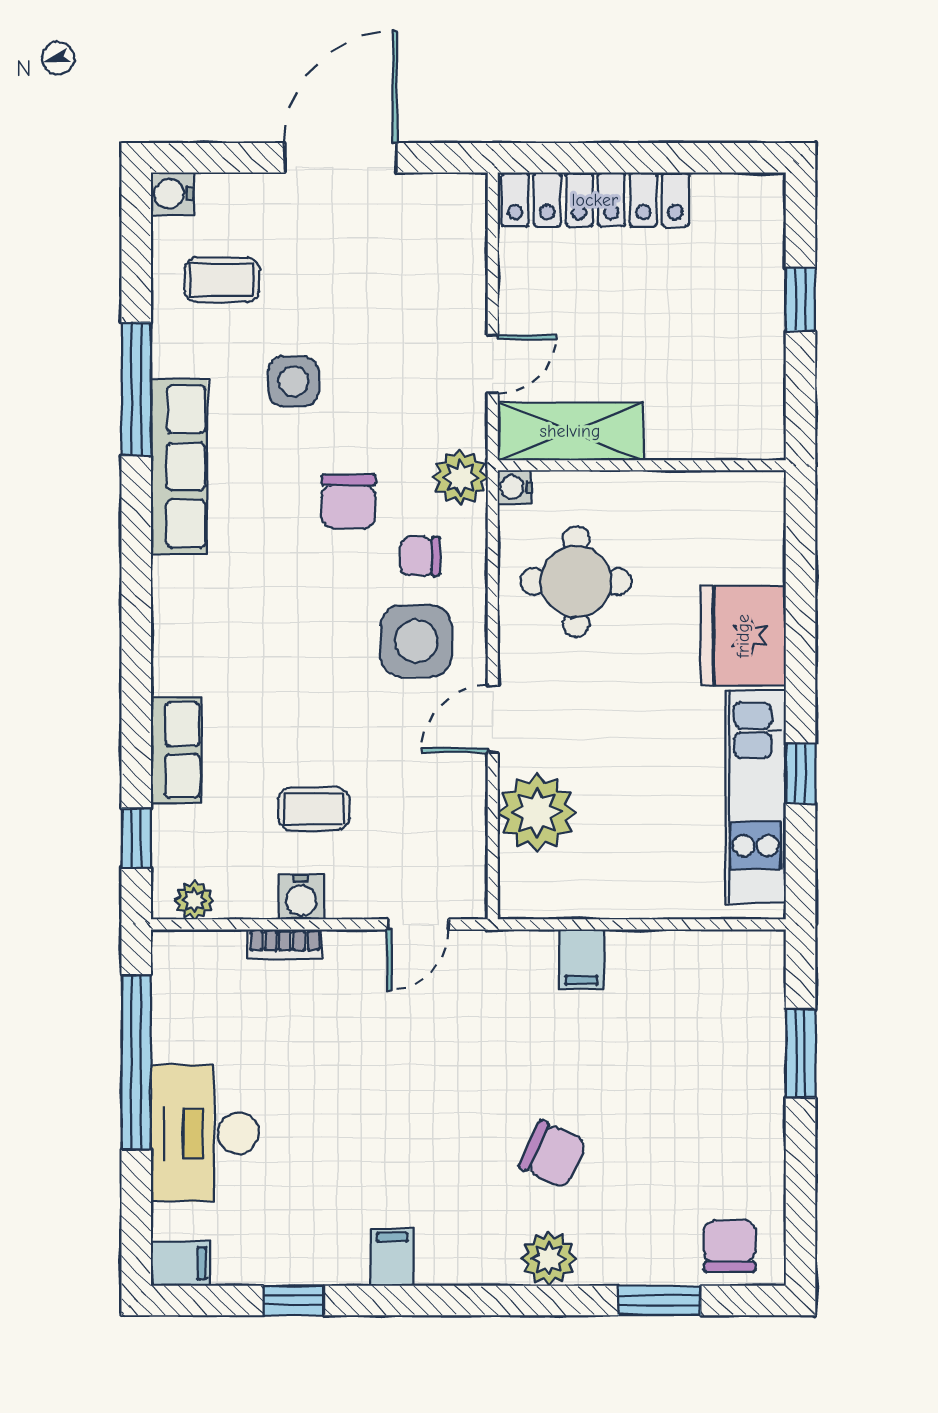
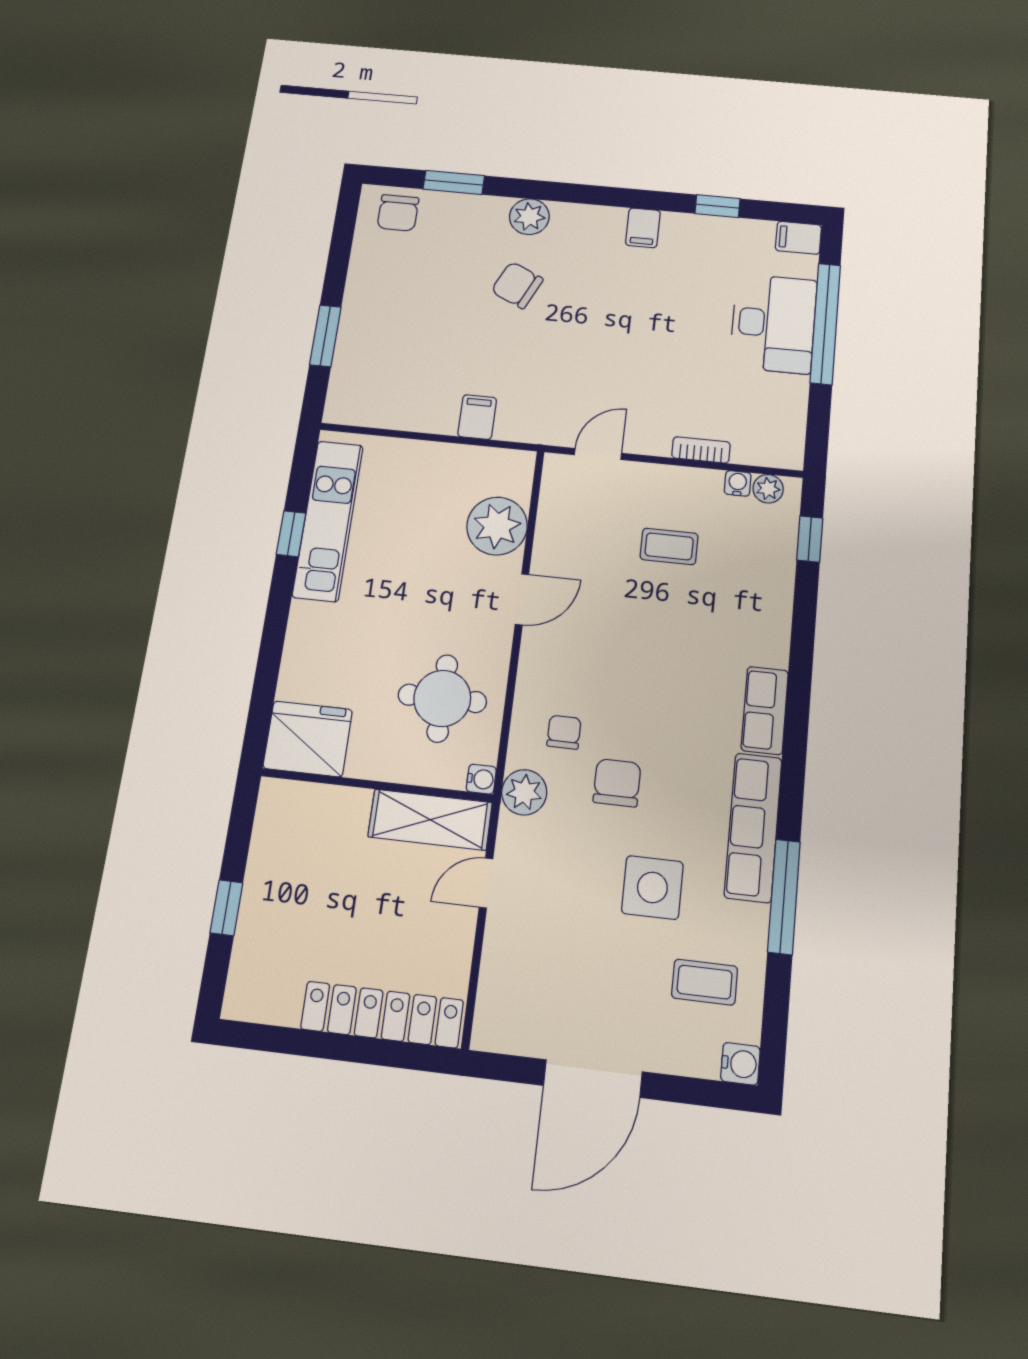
side table: (293, 382) -> (652, 888), width x1.37, depth x1.37
chair: (420, 556) -> (564, 732), turned -90
fridge: (743, 636) -> (308, 739), moved, turned -90
side table: (416, 641) -> (575, 666), removed
row of seats: (176, 750) -> (765, 710), moved
water cooler: (301, 897) -> (738, 483), moved, width x0.72, depth x0.72
window: (136, 1062) -> (825, 324), moved

